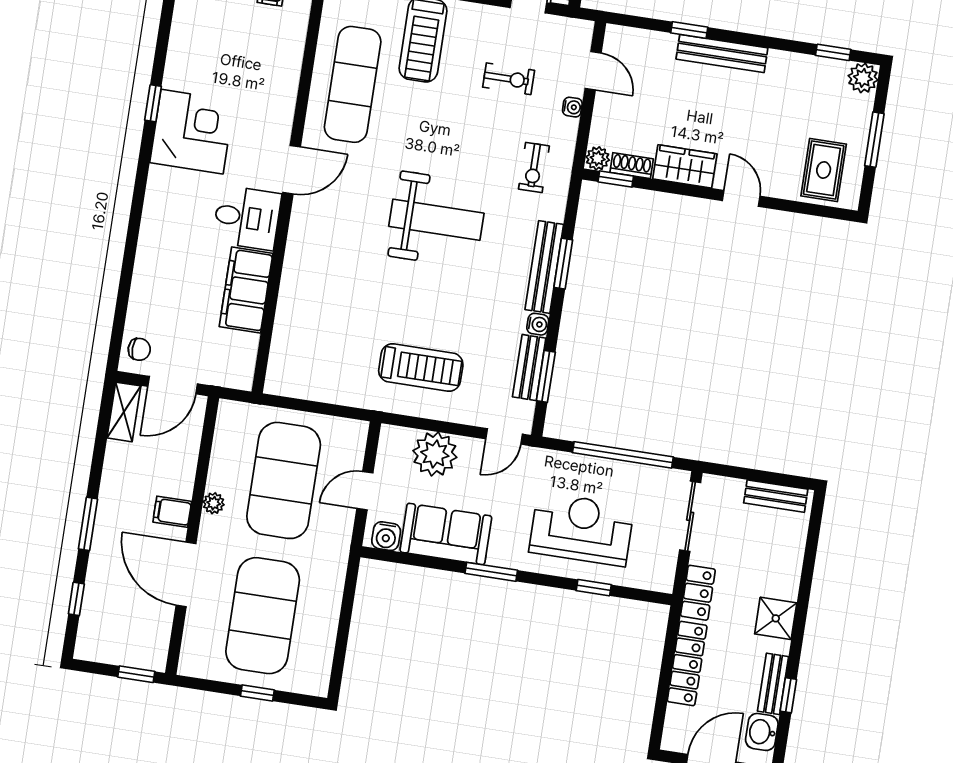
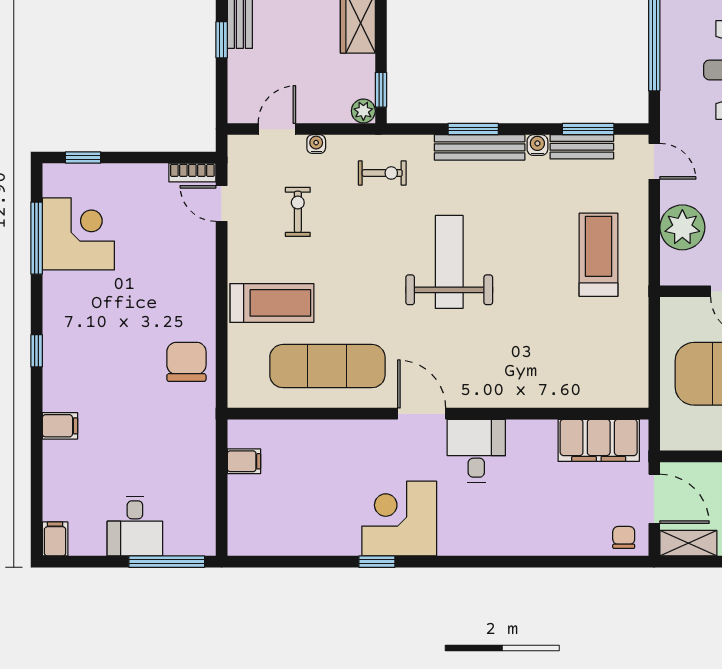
shoe rack: (632, 166) -> (365, 76), removed
filing cabinet: (246, 290) -> (599, 440), moved

